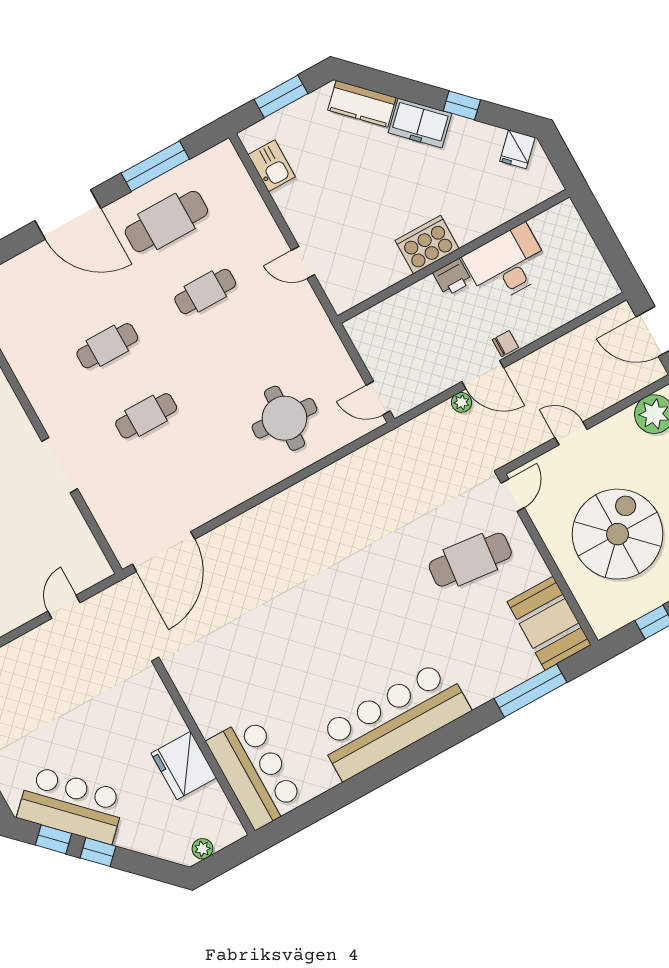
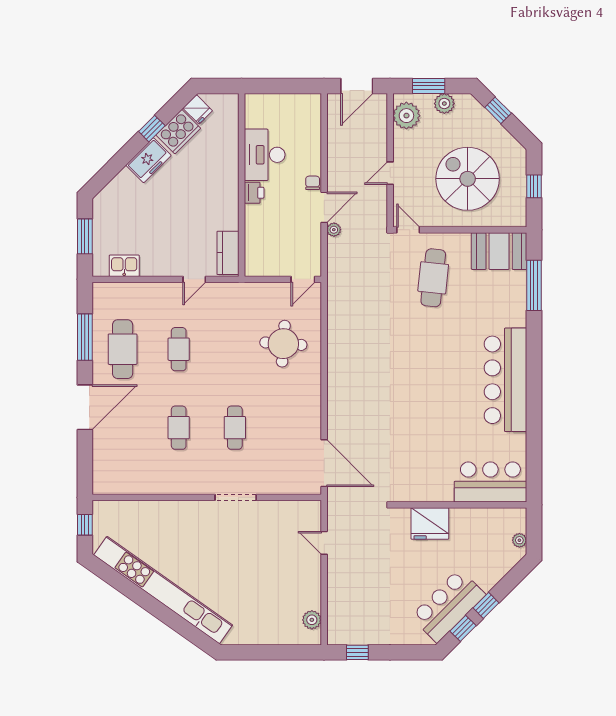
kitchen counter: (362, 104) -> (228, 253), moved, turned 135
cooker: (427, 245) -> (178, 132), moved, turned -135
fridge: (184, 765) -> (430, 523), moved

